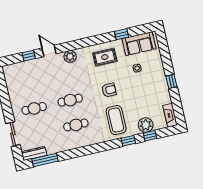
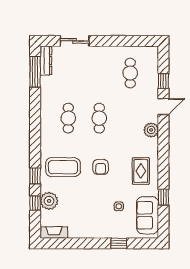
window: (171, 81) -> (119, 243), moved
cafe table: (34, 108) -> (130, 73), moved

